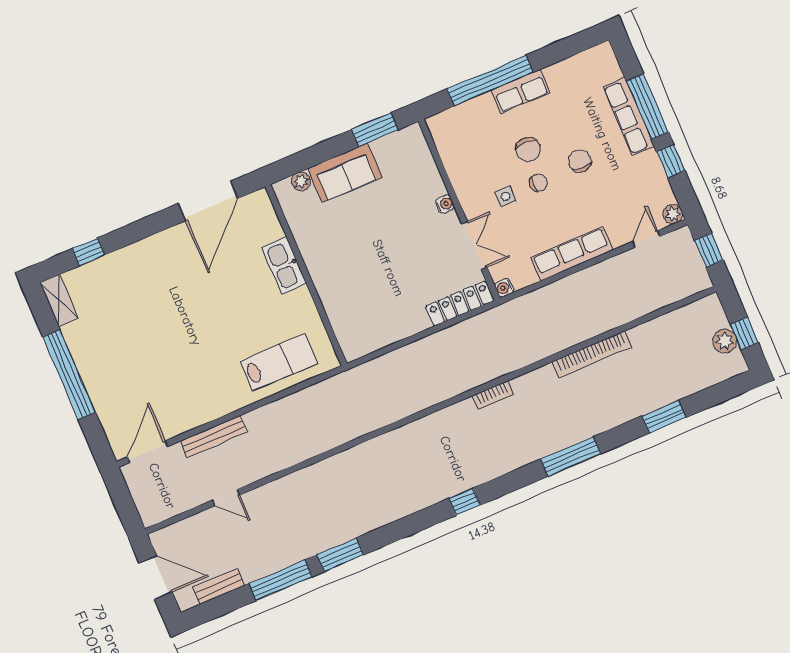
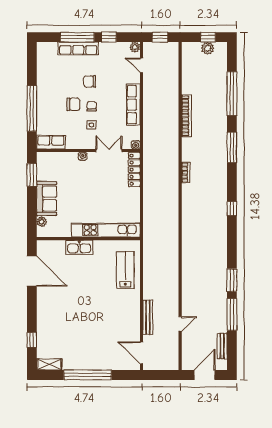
row of seats: (520, 91) -> (51, 142), moved, turned -90
kitchen unit: (334, 299) -> (106, 230), added
window: (664, 417) -> (232, 94), width x2.11

